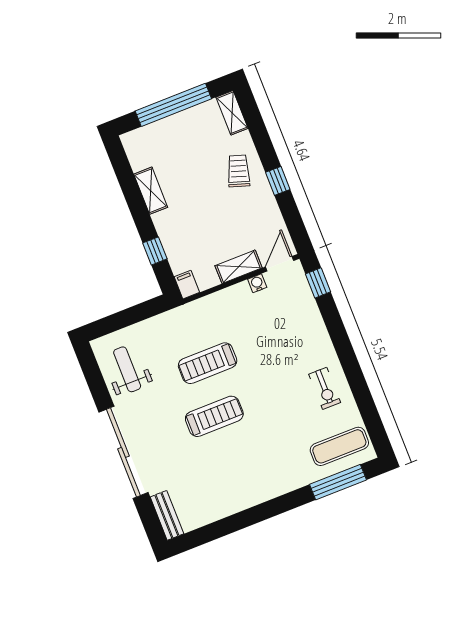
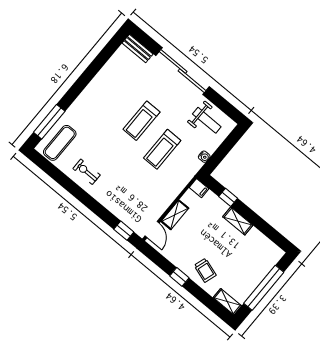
shelving: (151, 191) -> (238, 221), moved
water cooler: (257, 283) -> (204, 157), moved
treadmill: (208, 363) -> (162, 149), turned 180

